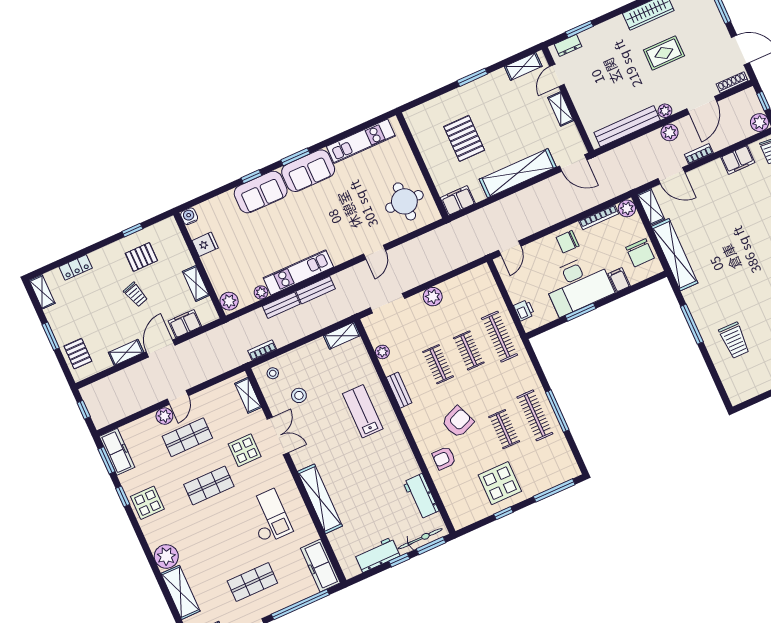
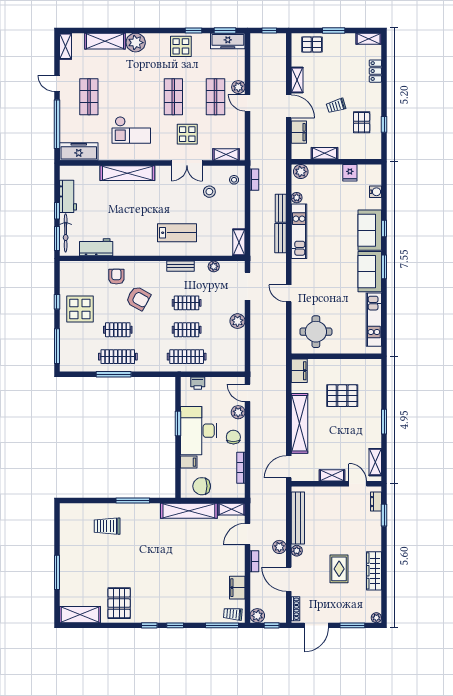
plant: (627, 208) -> (238, 412), moved
water cooler: (189, 216) -> (376, 192), moved
armchair: (458, 422) -> (138, 298), turned -39

